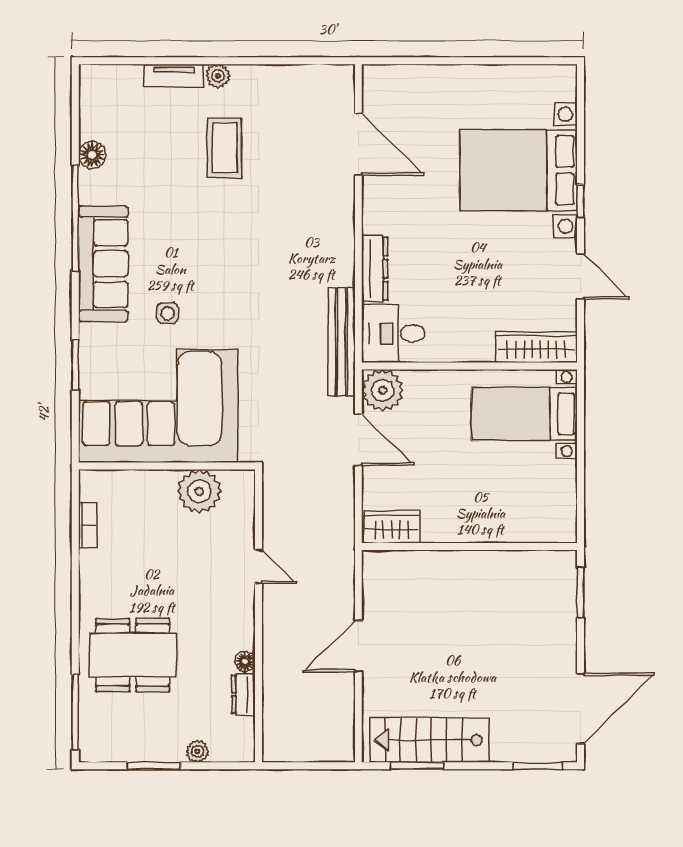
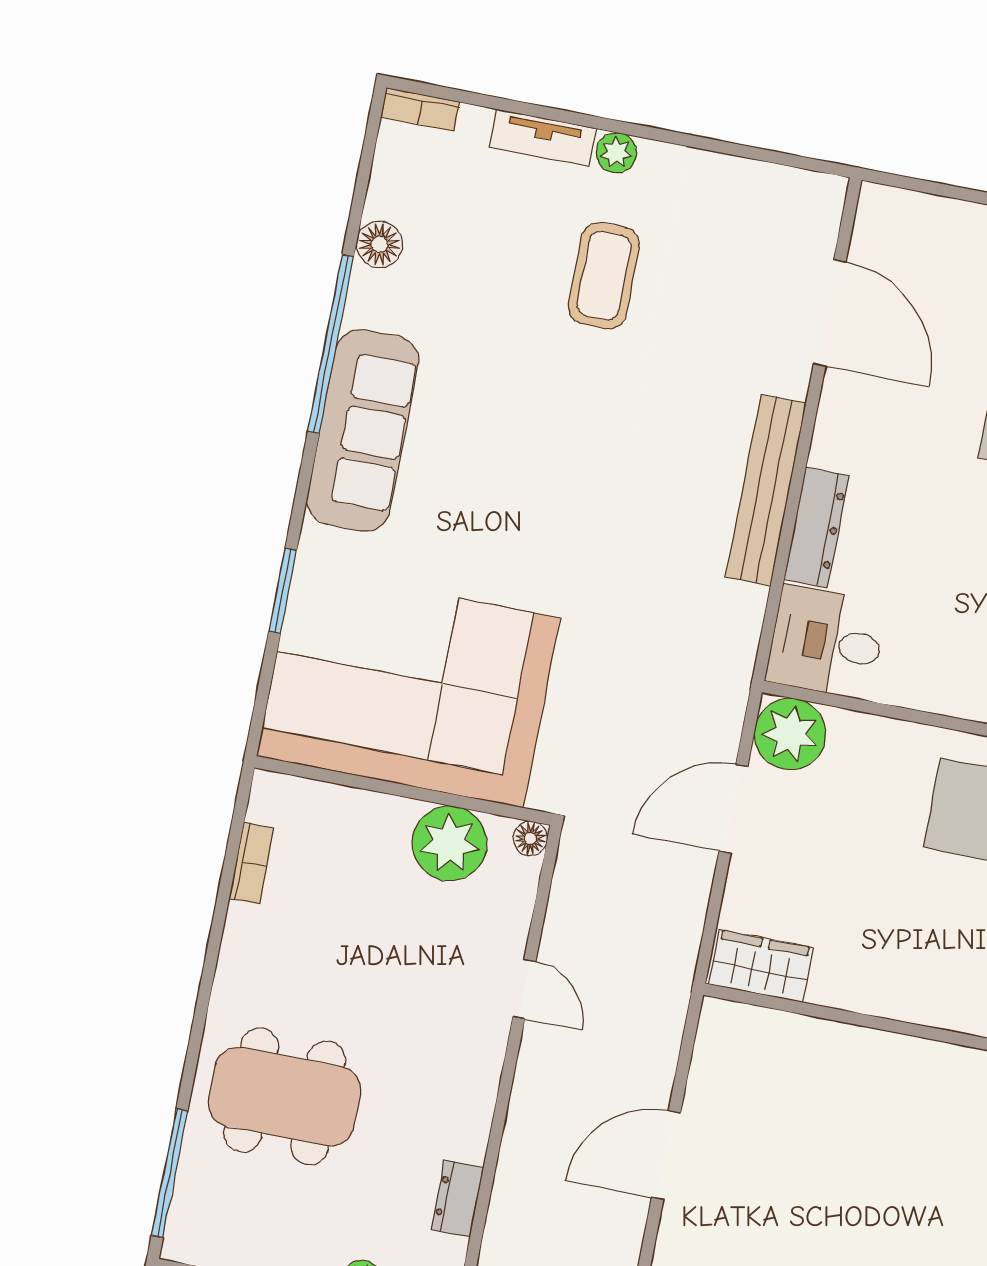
bookcase: (101, 73) -> (421, 109), added
side table: (168, 313) -> (454, 535), removed
bench: (342, 342) -> (766, 490), moved
door: (358, 440) -> (733, 809), swing flipped
floor lamp: (245, 661) -> (530, 838), moved

